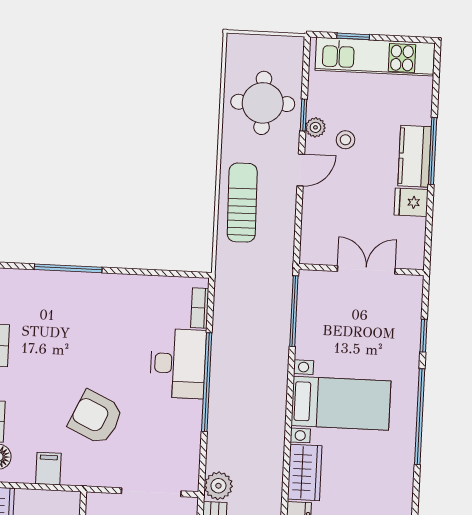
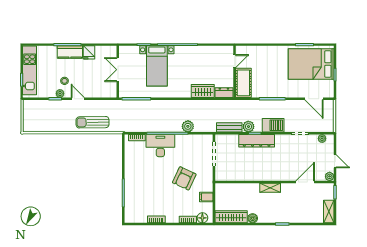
round table: (263, 103) -> (51, 116), removed
bed with nightstands: (341, 403) -> (157, 66), moved, turned 180
plant: (218, 486) -> (188, 126), moved

